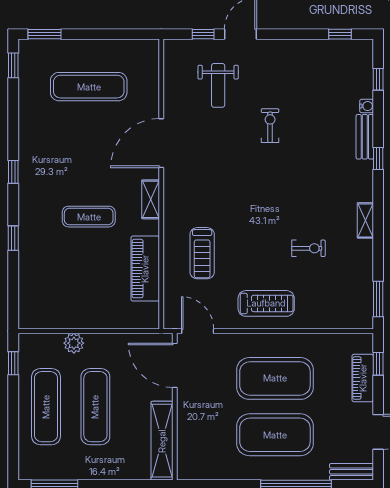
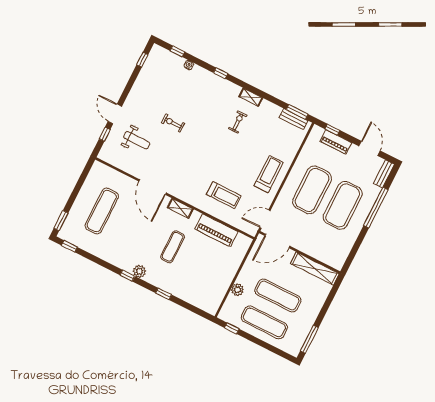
bench: (365, 137) -> (294, 119), moved
plant: (28, 186) -> (139, 271), added
exercise bike: (308, 248) -> (238, 122), moved

